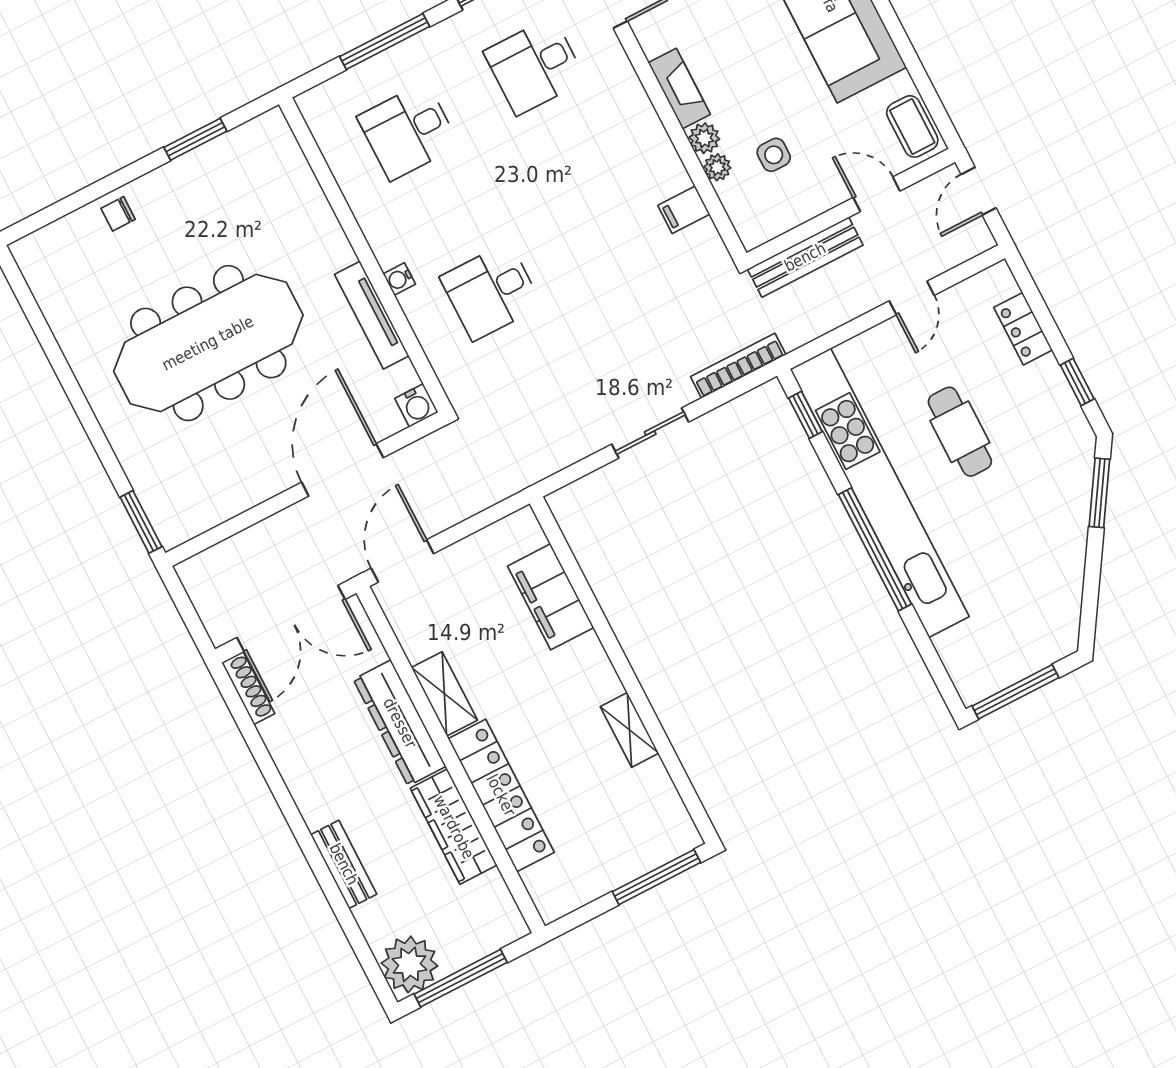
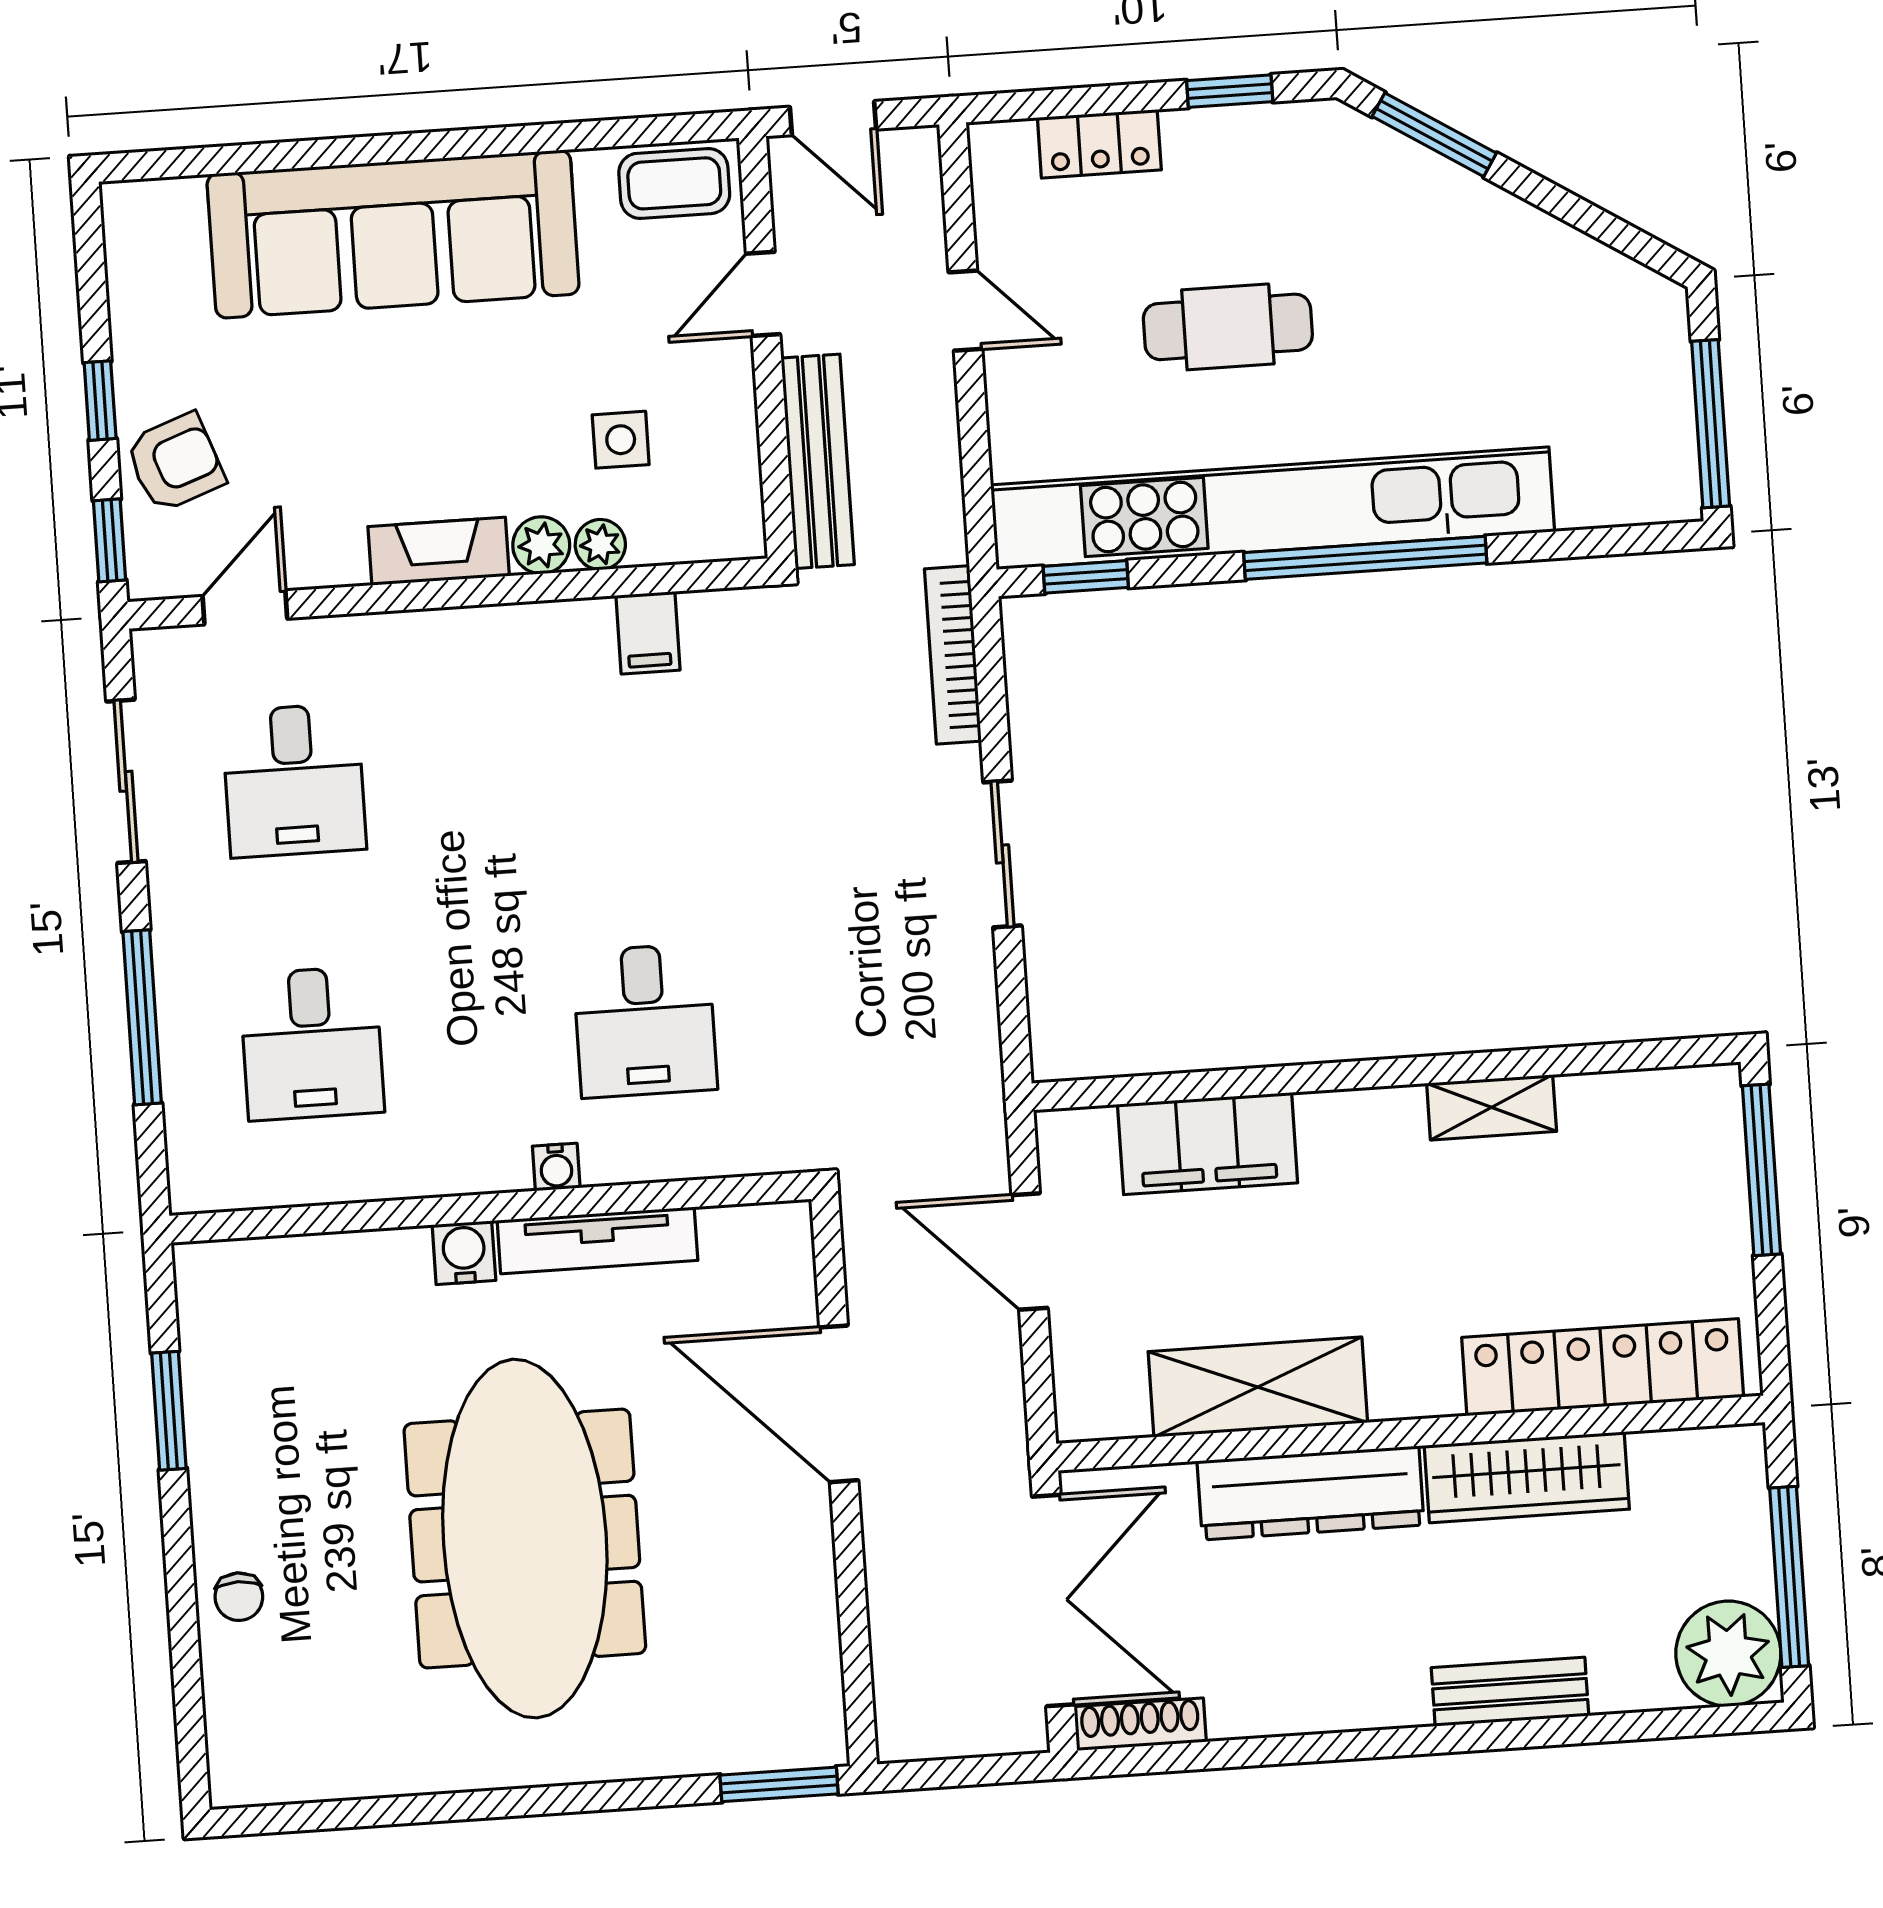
water cooler: (416, 405) -> (464, 1253), moved, turned -90
door: (402, 561) -> (1030, 1252), moved
shelving: (444, 694) -> (1258, 1387), width x1.50, depth x1.33
locker: (501, 795) -> (1603, 1367), moved

